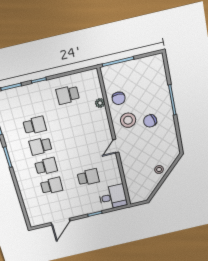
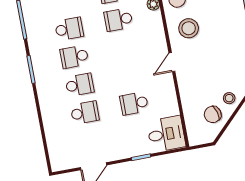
school desk: (73, 116) -> (118, 20), added
chair: (150, 121) -> (213, 114), moved
school desk: (88, 177) -> (134, 103), turned 180

